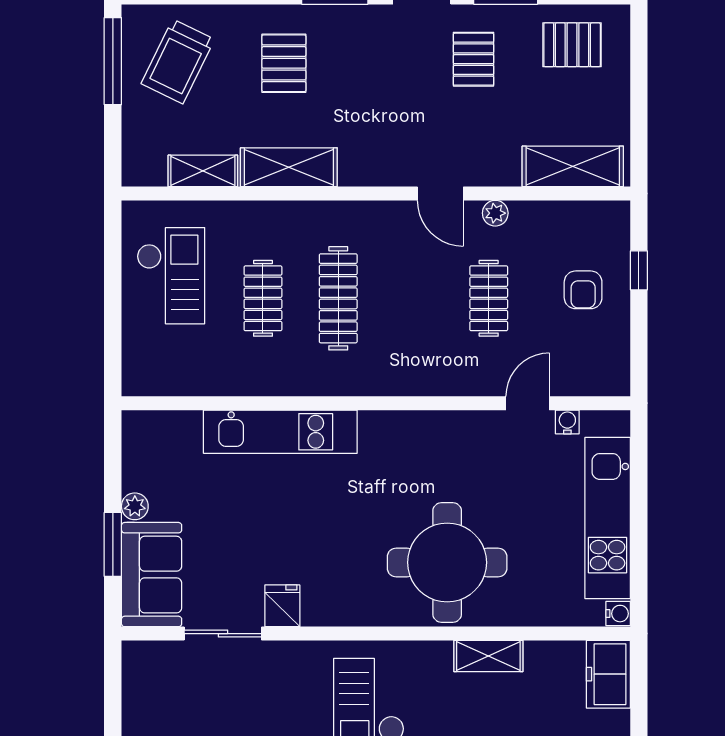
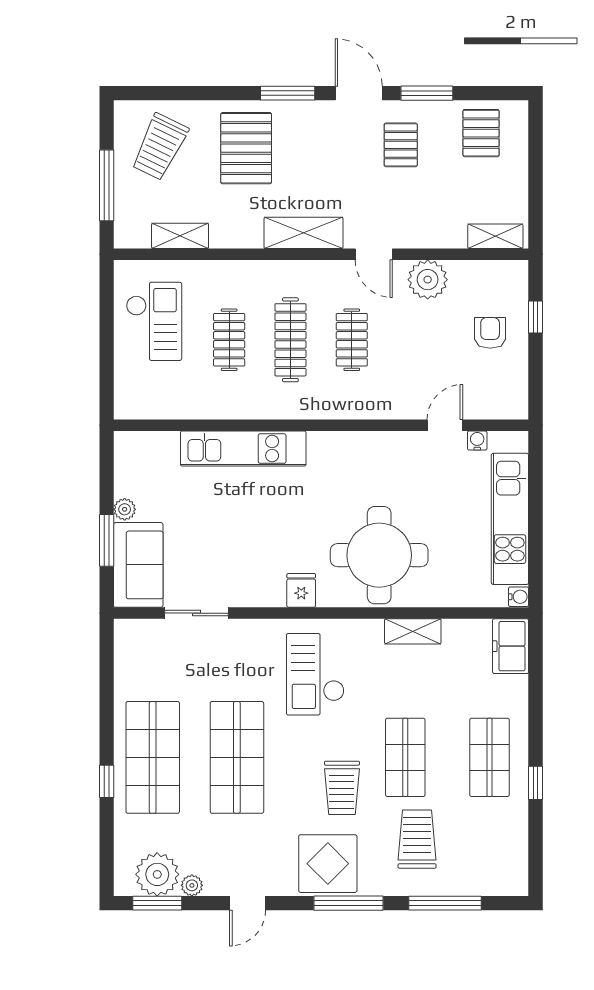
pallet: (572, 45) -> (481, 133), turned 90
window: (113, 61) -> (107, 185), moved
pallet: (284, 63) -> (246, 148), width x1.50, depth x1.42
shelving: (573, 166) -> (495, 236), width x0.67, depth x0.75
shelving: (289, 167) -> (303, 233), moved
plant: (495, 213) -> (428, 280), width x1.87, depth x1.87
armchair: (583, 290) -> (490, 333), turned 180
clothes rail: (489, 298) -> (352, 340), moved
fridge: (282, 606) -> (301, 590), moved

